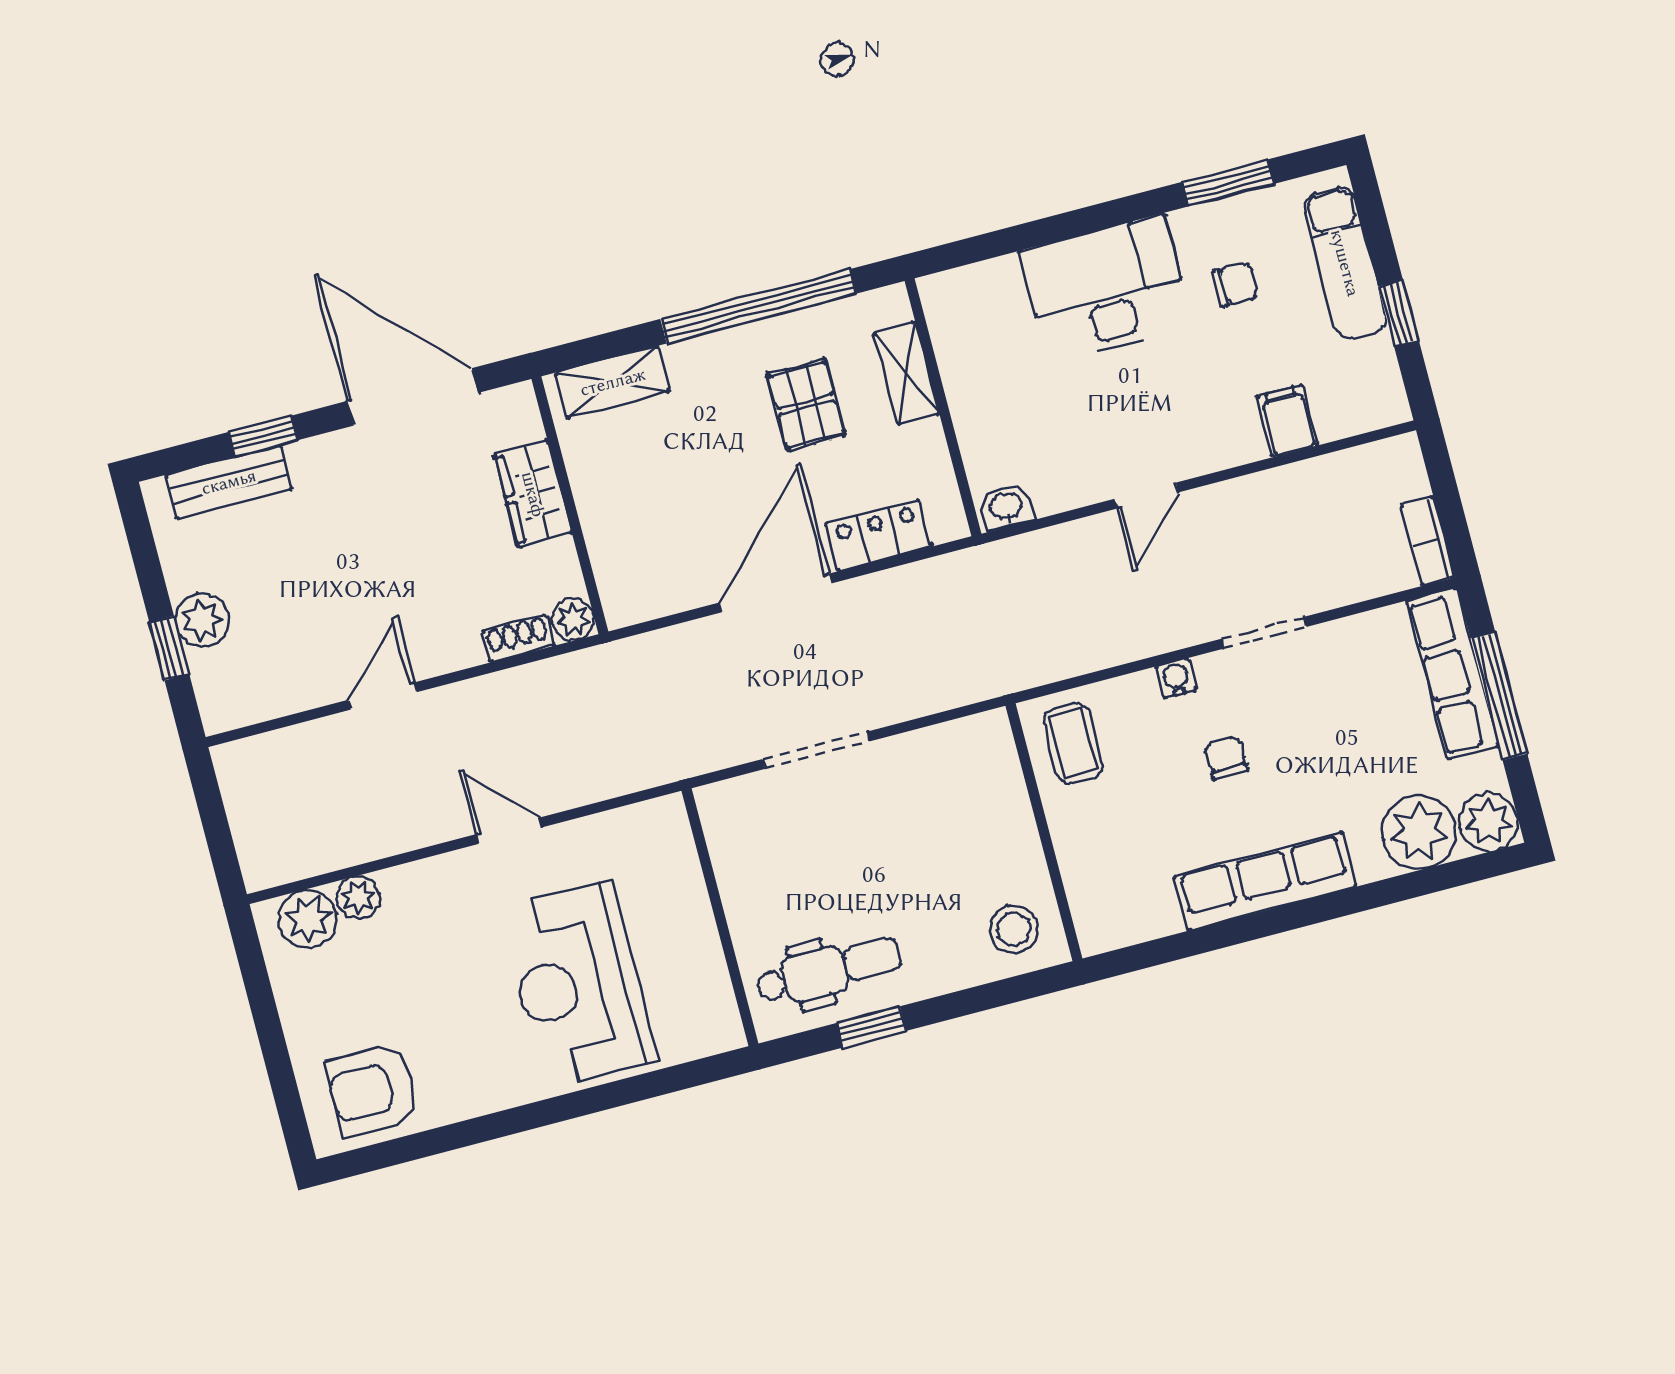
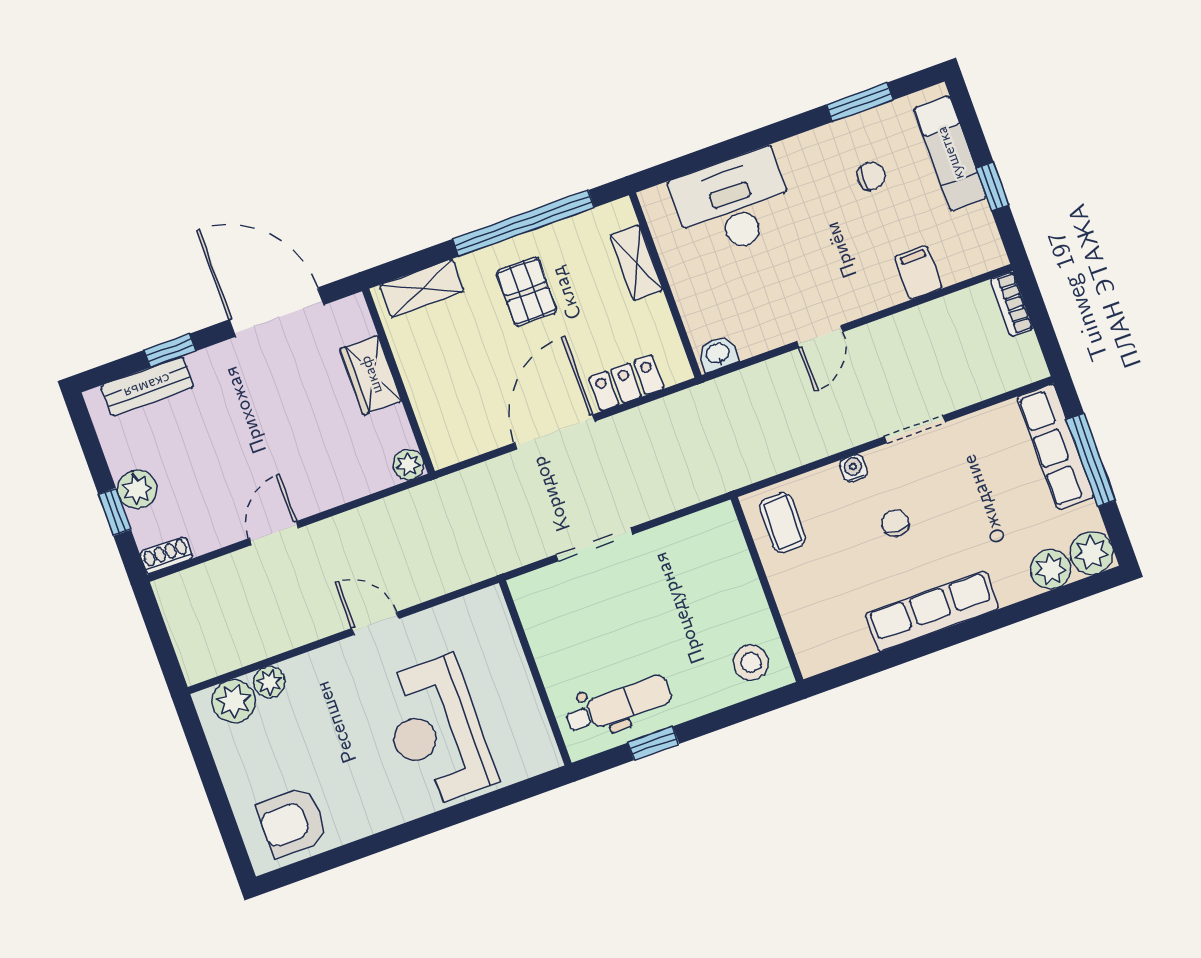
desk: (1106, 289) -> (733, 204), moved
pallet: (806, 405) -> (526, 291), moved
bookcase: (1428, 541) -> (1012, 304), moved
shoe rack: (518, 639) -> (166, 555), moved
plant: (1419, 832) -> (1051, 569), width x0.73, depth x0.73

